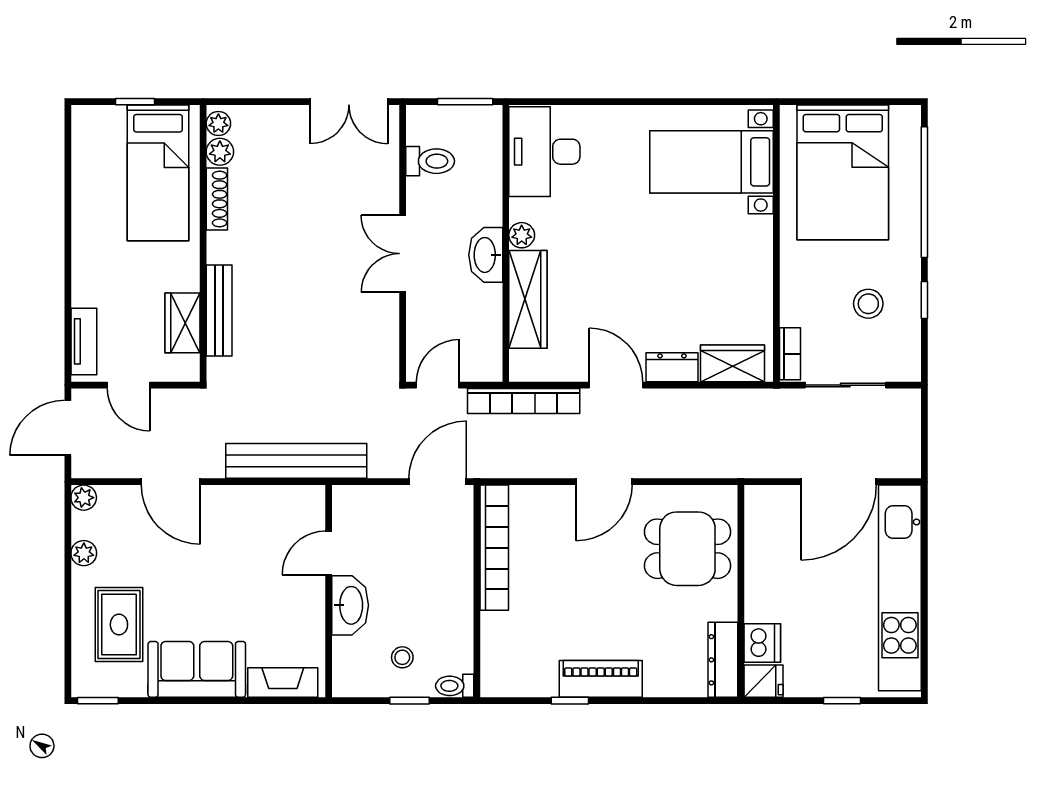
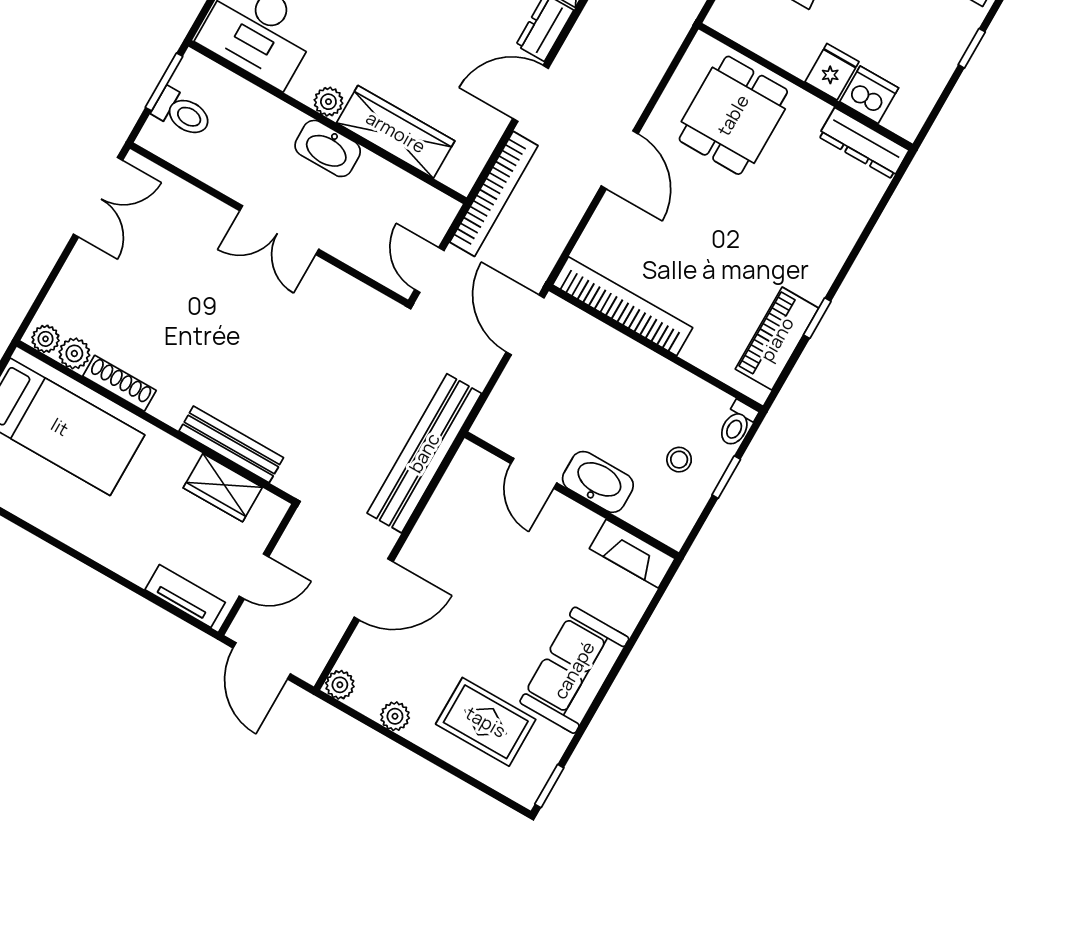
toilet: (430, 161) -> (182, 113), moved, turned 90
piano: (601, 679) -> (777, 339), moved
fridge: (763, 681) -> (832, 72), moved
fireplace: (283, 683) -> (632, 554), moved, turned -90

